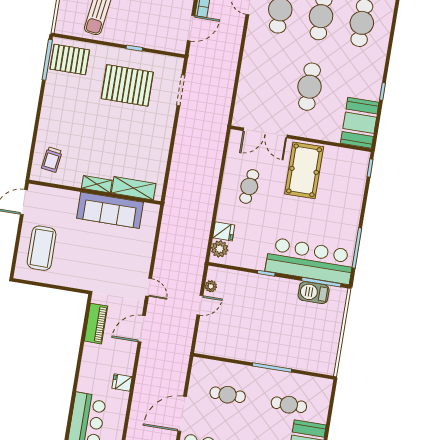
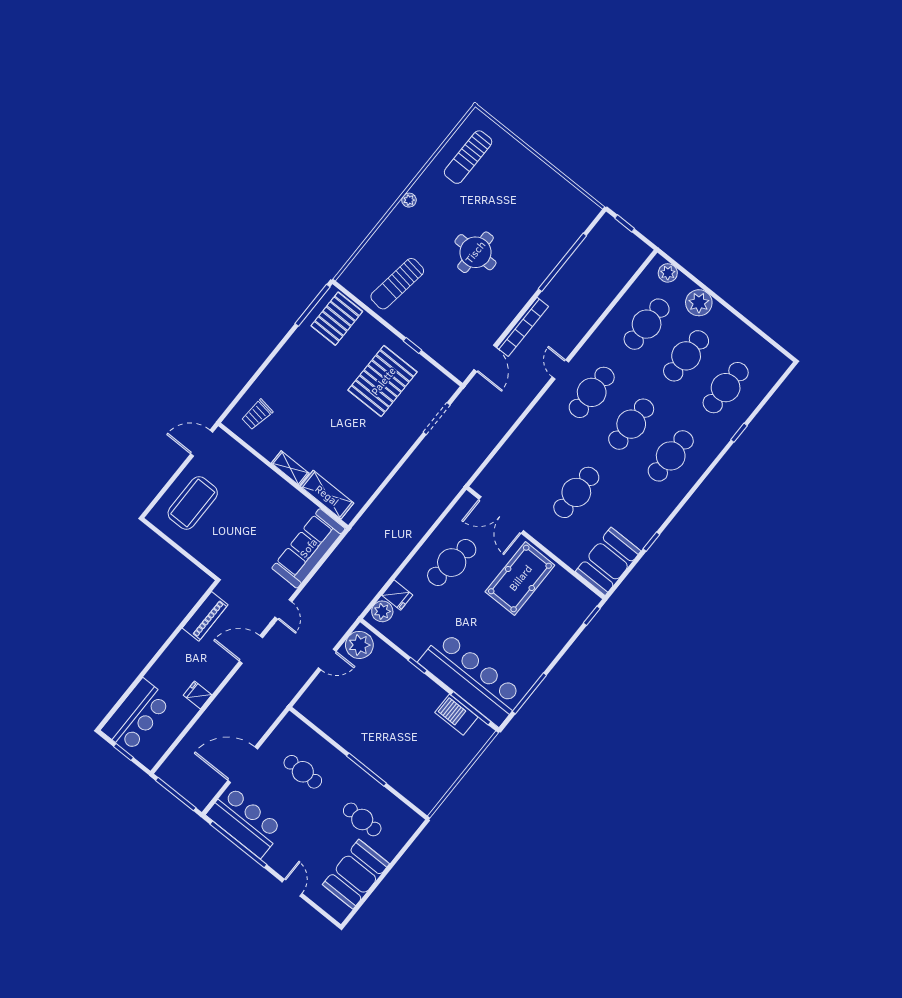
door: (191, 28) -> (485, 358), hinge flipped
pallet: (70, 59) -> (337, 319), turned 90
pallet: (127, 85) -> (383, 381), turned 90
cafe table: (249, 186) -> (452, 563), width x1.37, depth x1.35
sofa: (110, 210) -> (308, 548), moved, turned 90
plant: (211, 286) -> (359, 645), width x1.88, depth x1.88

